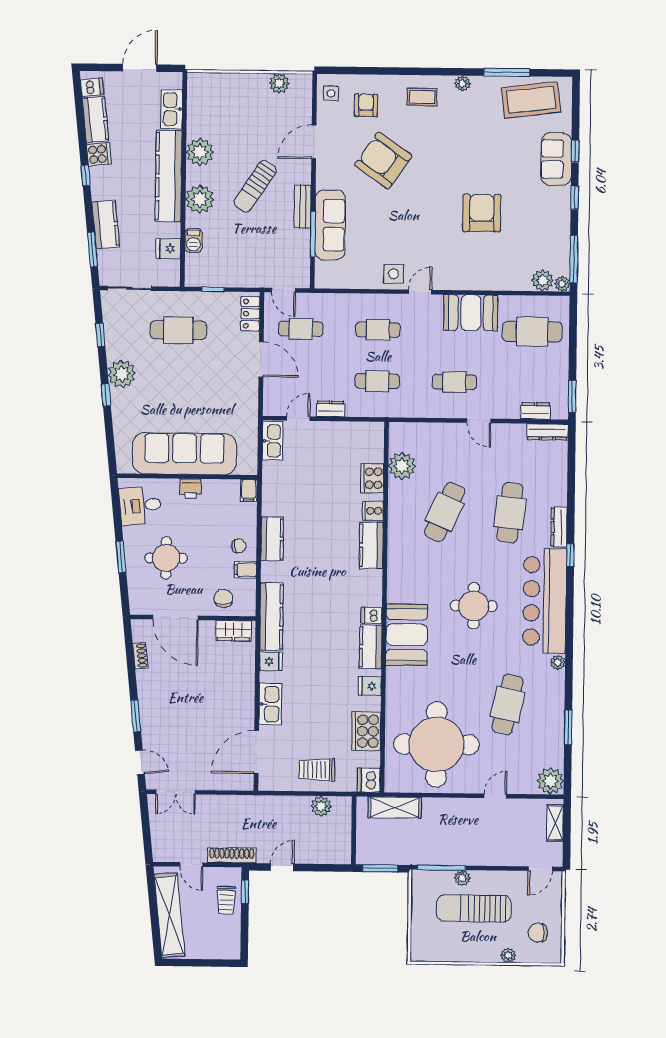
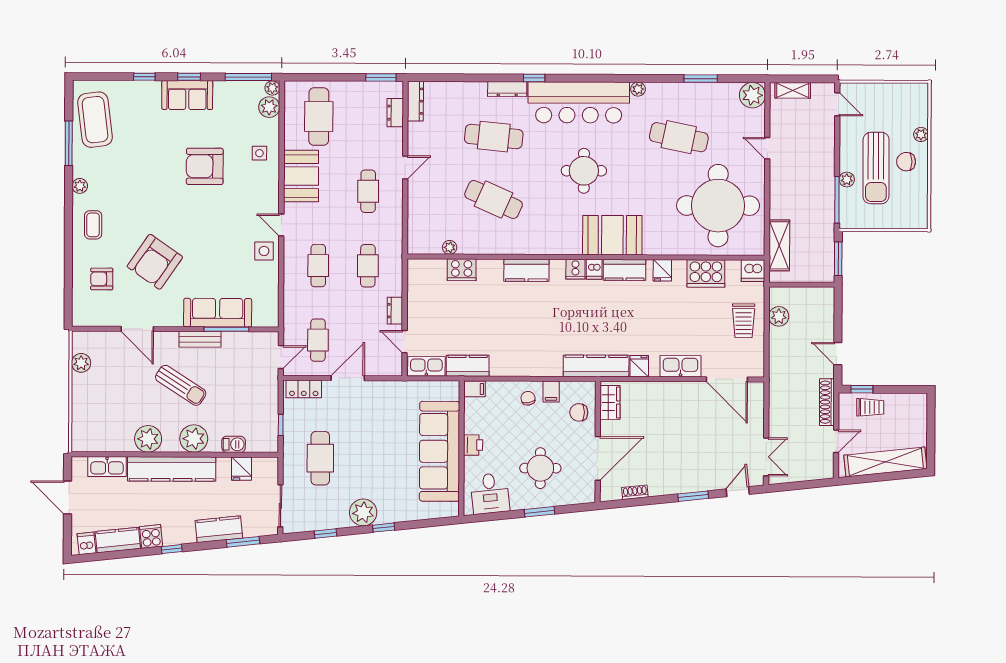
side table: (331, 93) -> (259, 153), moved
sofa: (556, 159) -> (187, 95), moved
plant: (402, 466) -> (450, 247), width x0.53, depth x0.53
cooker: (373, 511) -> (575, 269), moved
kitchen counter: (272, 539) -> (468, 366), moved
chair: (538, 933) -> (906, 162), moved, turned 90

